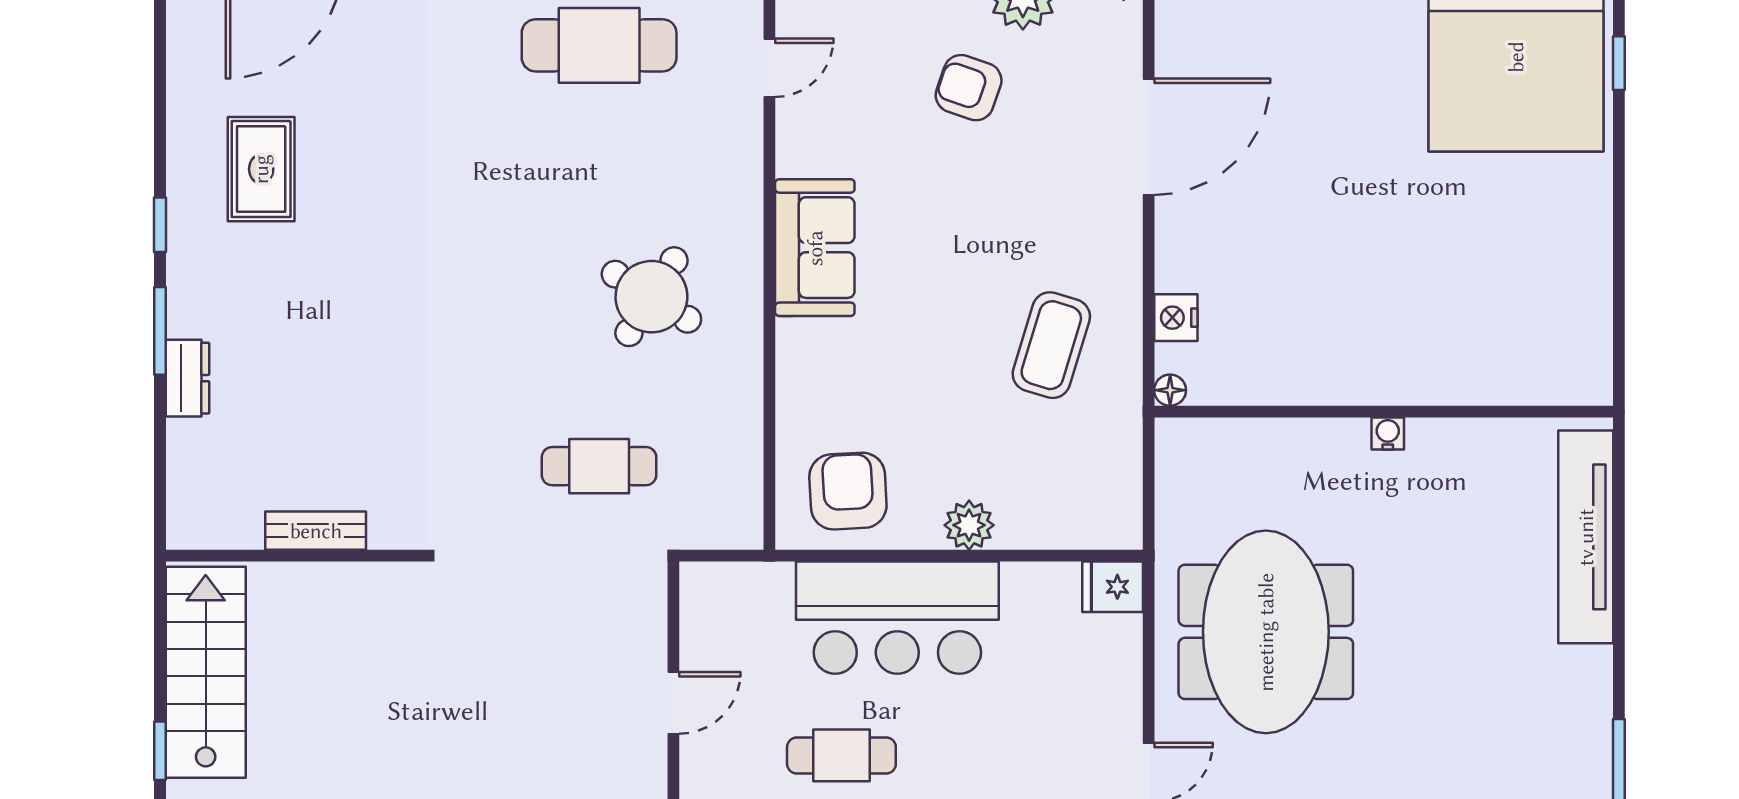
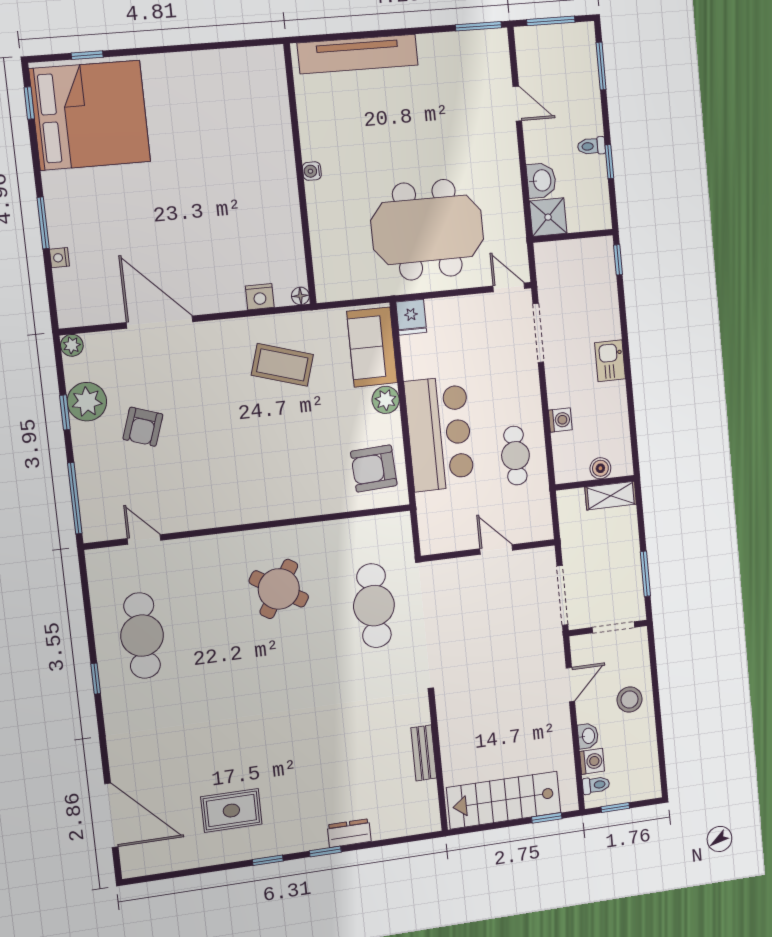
sofa: (815, 248) -> (372, 347), moved, turned -90
window: (160, 331) -> (325, 852), width x0.67
cafe table: (599, 466) -> (374, 606), width x1.37, depth x1.35

